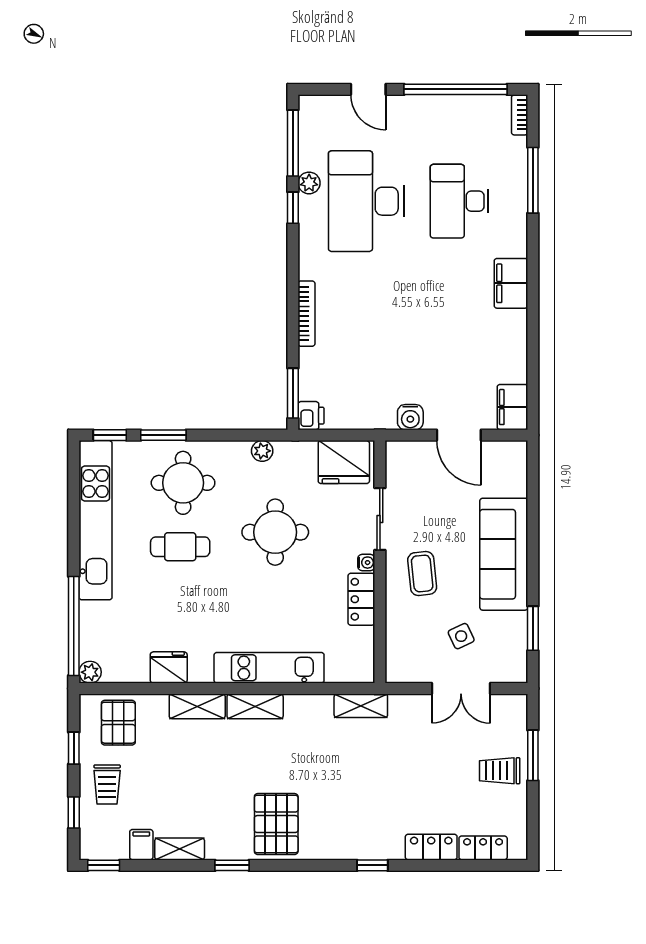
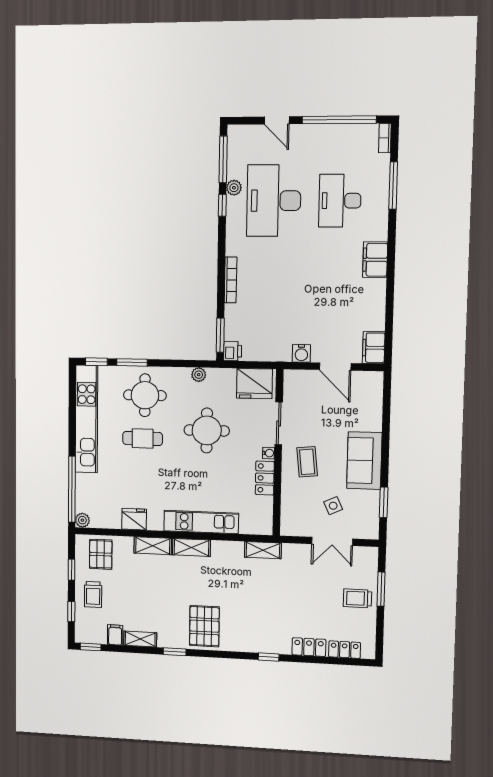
sofa: (504, 554) -> (364, 461), width x0.73

